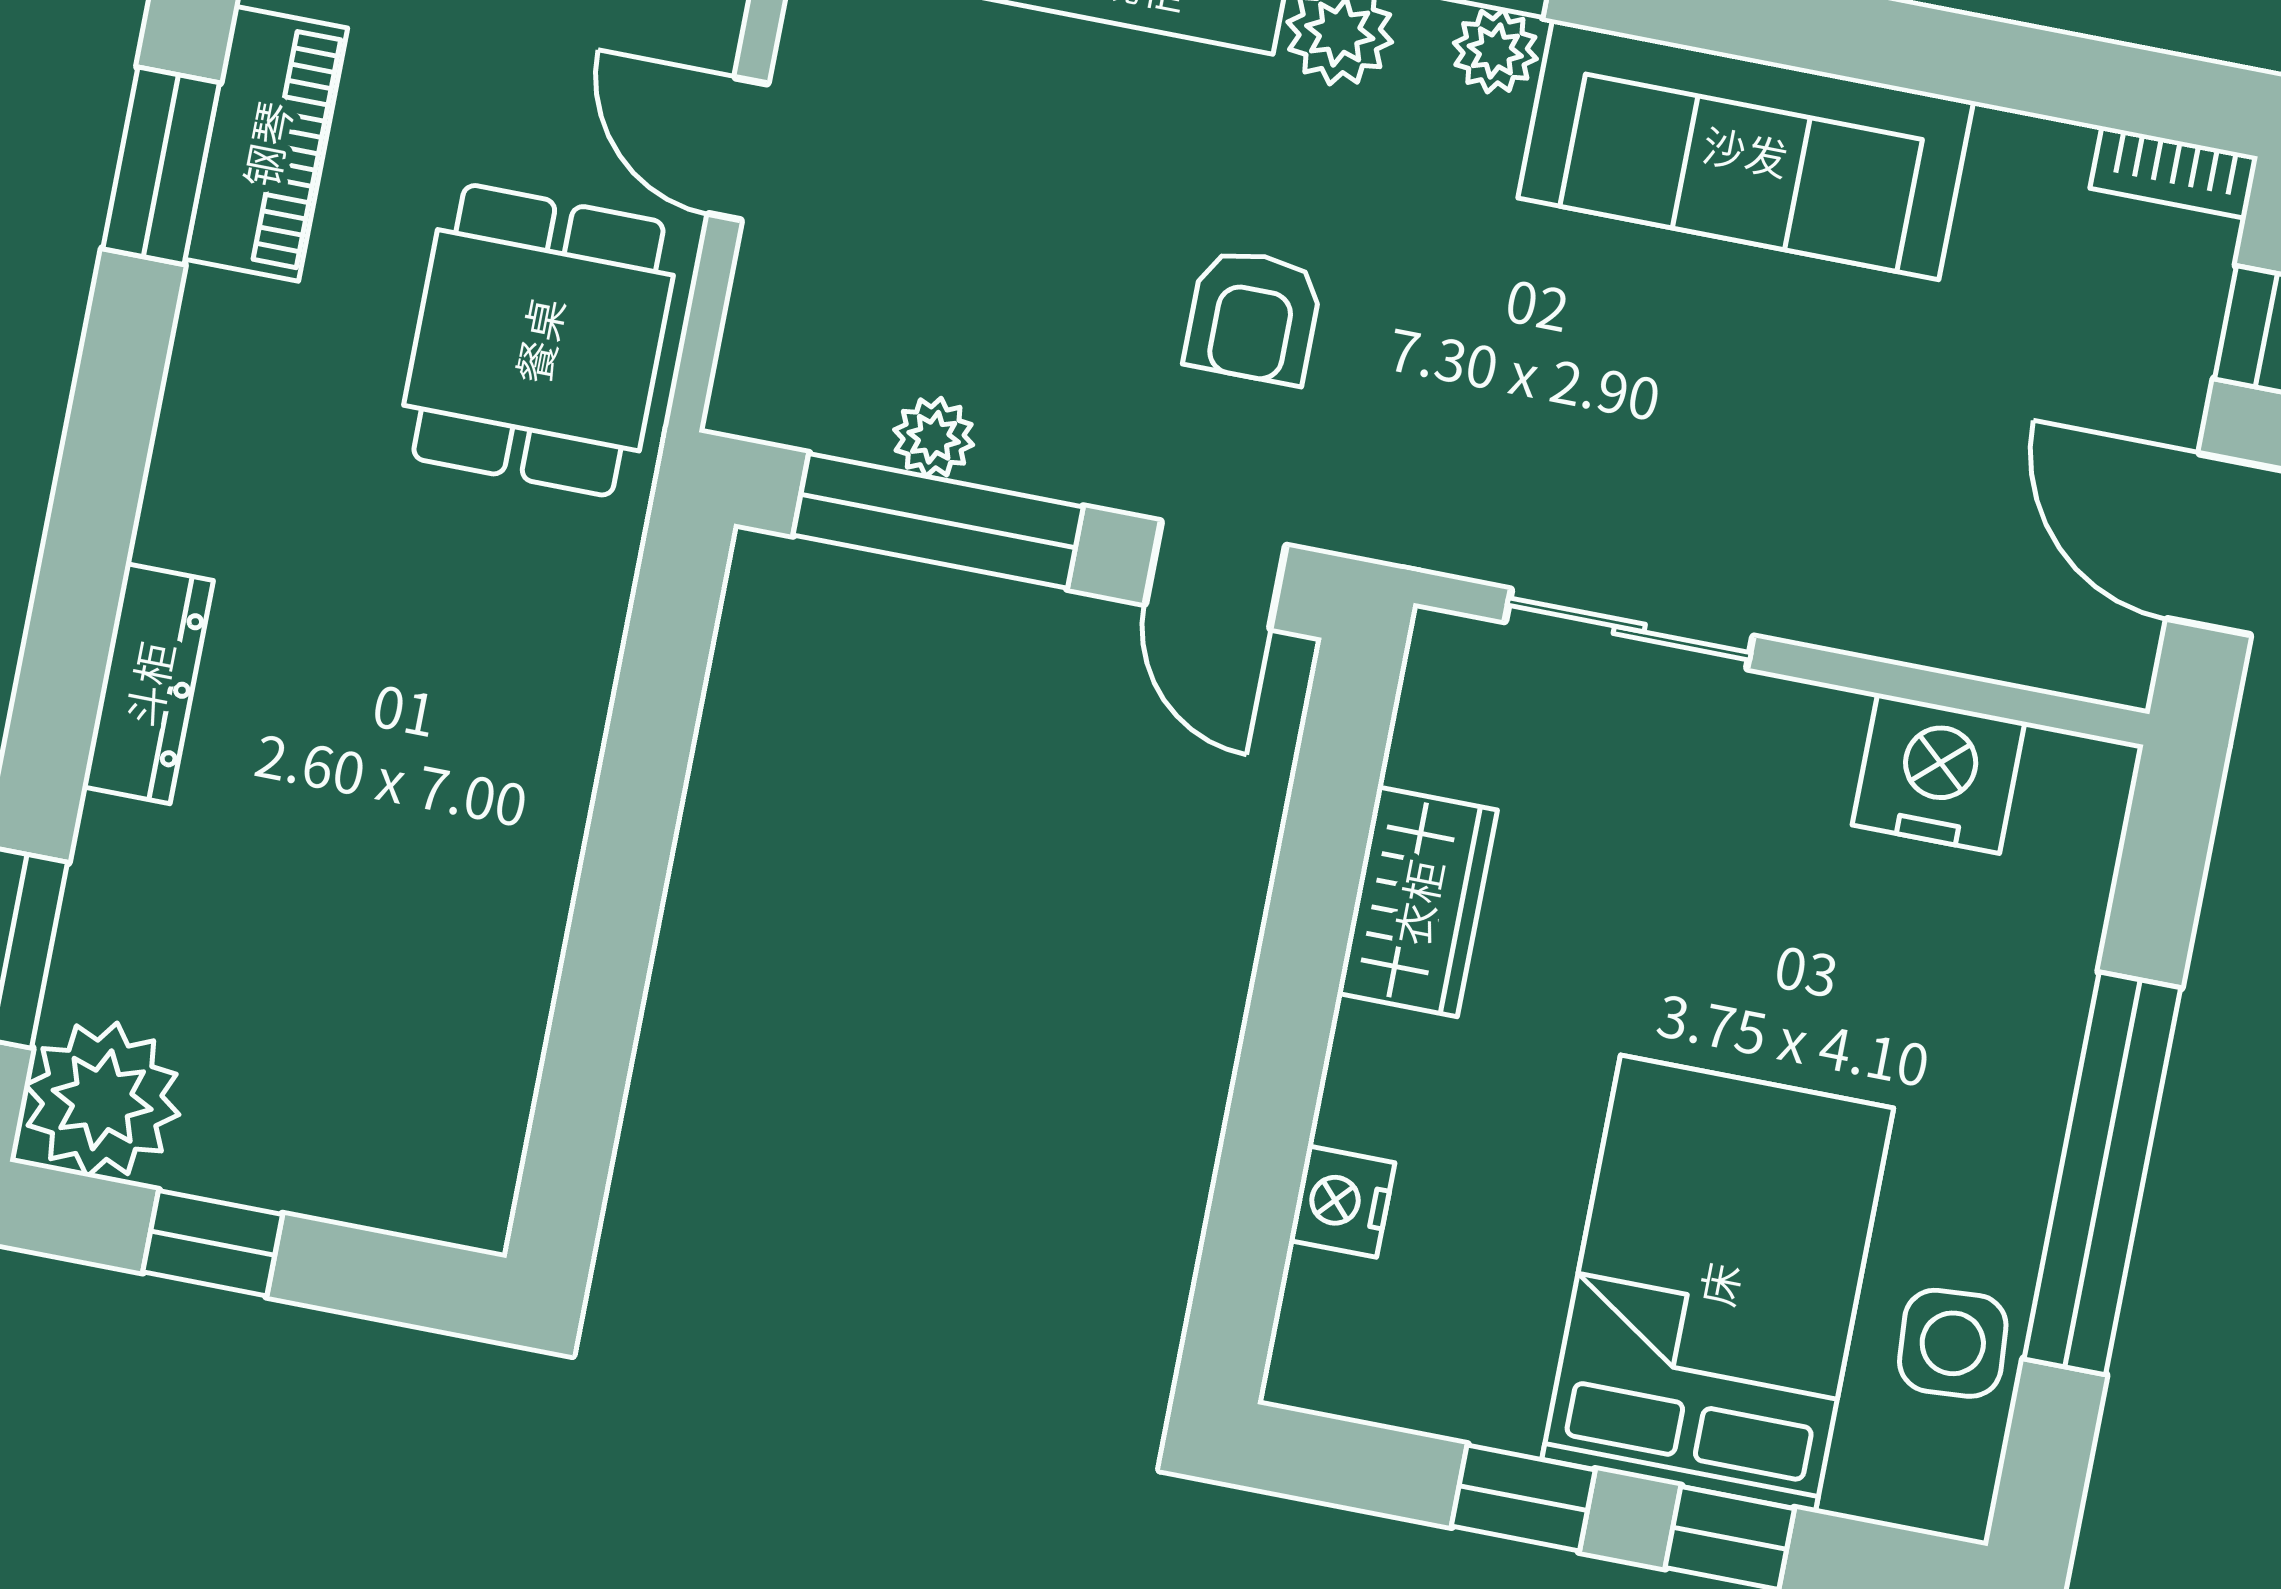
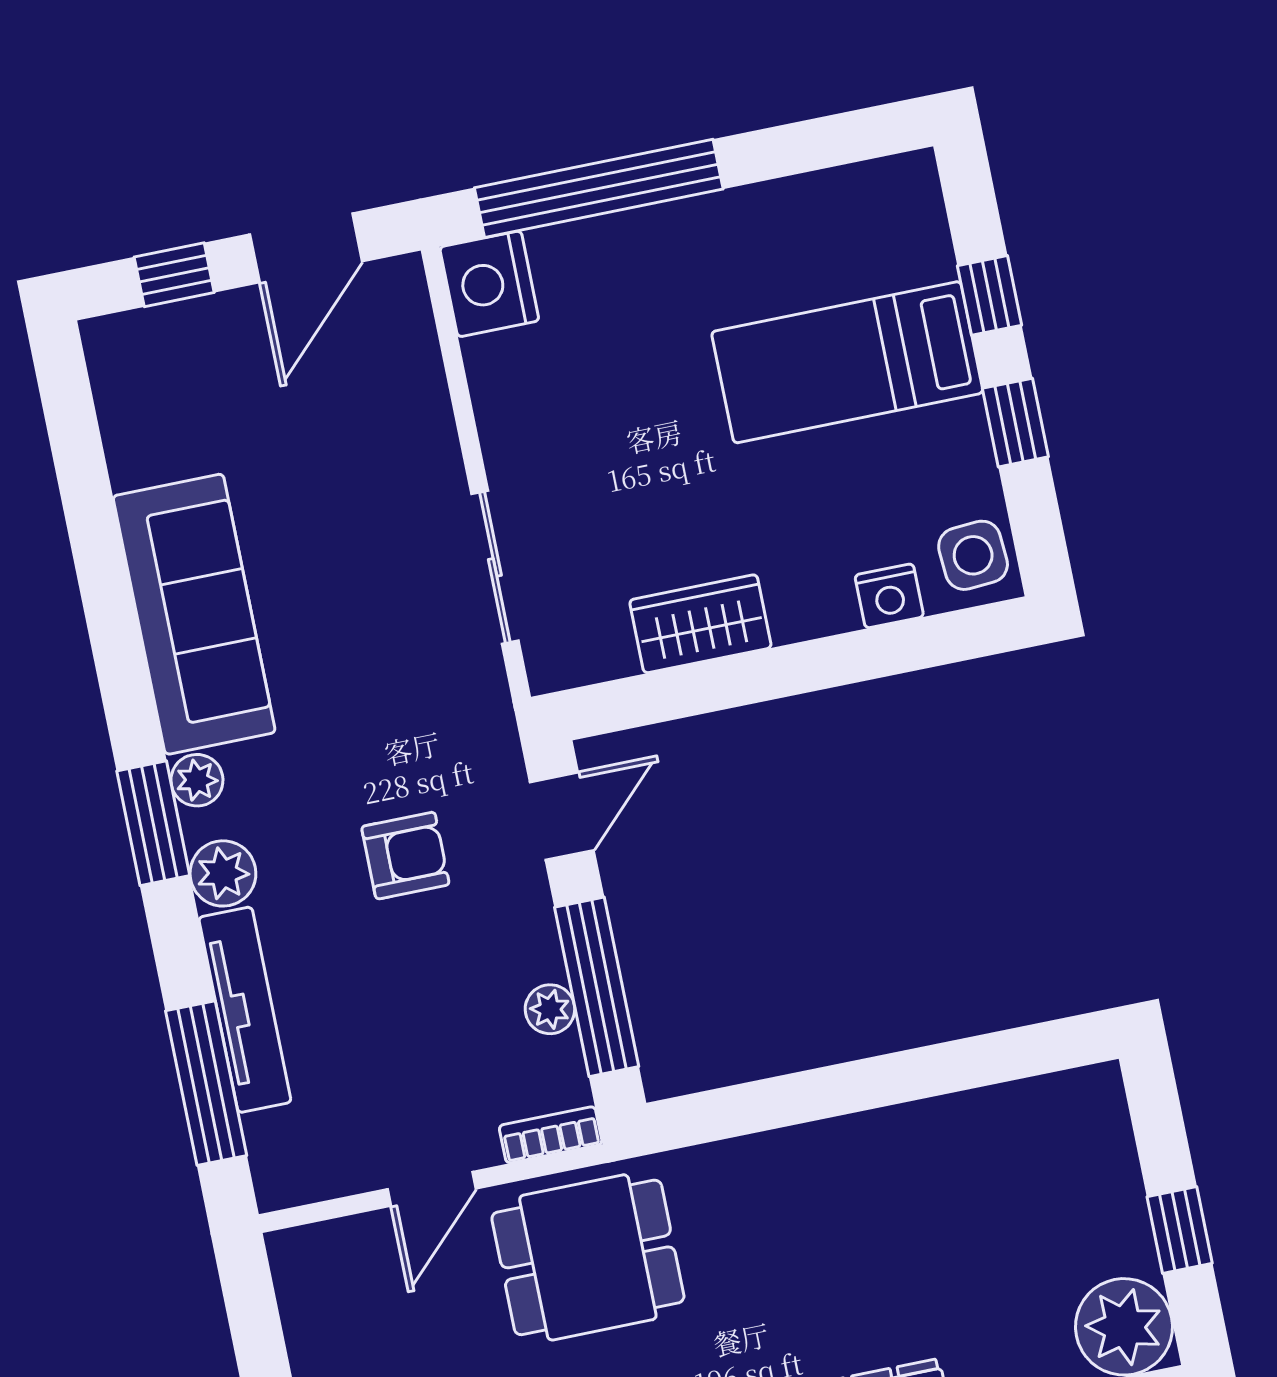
bookcase: (2174, 172) -> (551, 1135), moved, turned -90
nightstand: (1939, 773) -> (489, 284), moved
window: (2102, 1173) -> (599, 188), moved
bed: (1718, 1284) -> (847, 362), width x0.67
side table: (1953, 1343) -> (973, 555), moved

